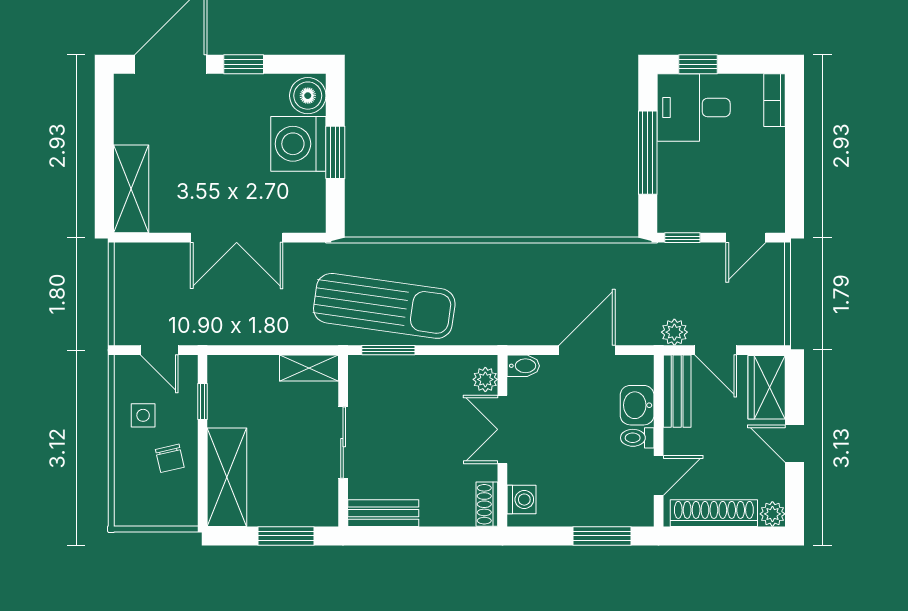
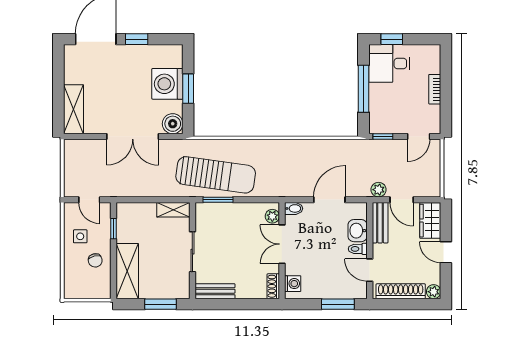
boiler: (308, 96) -> (173, 124), moved
bookcase: (775, 100) -> (435, 89), moved
door: (659, 475) -> (370, 270), swing flipped

